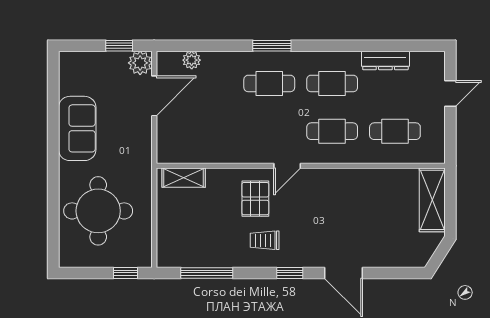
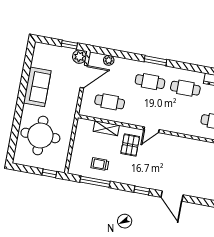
cafe table: (332, 131) -> (110, 102), moved
shelving: (184, 178) -> (106, 128), moved
trolley: (265, 240) -> (100, 164), moved

